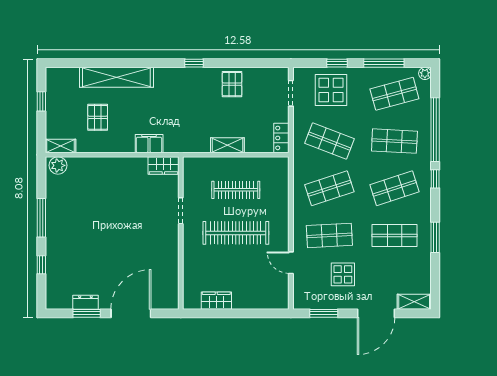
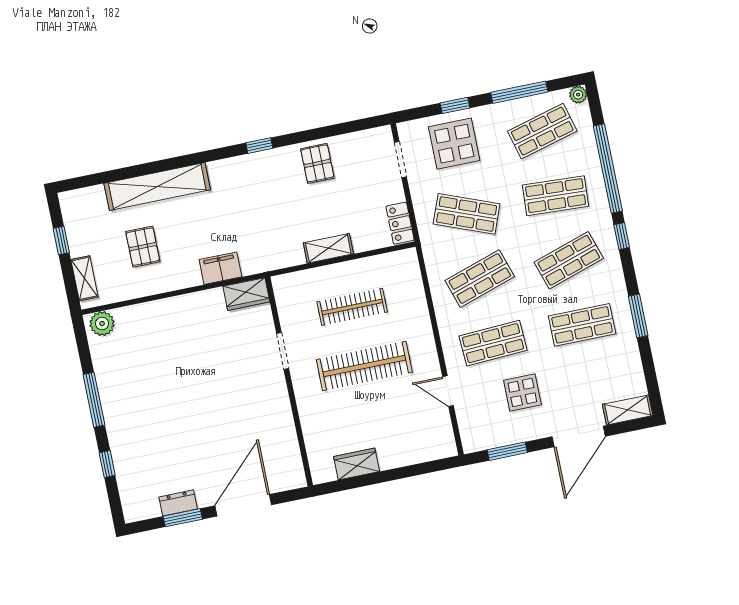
shelving: (61, 146) -> (84, 278), moved, turned 90

